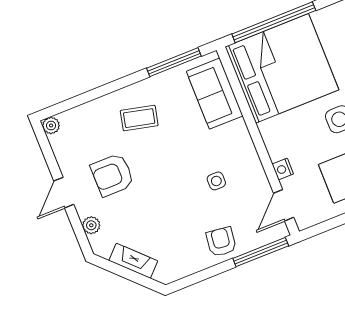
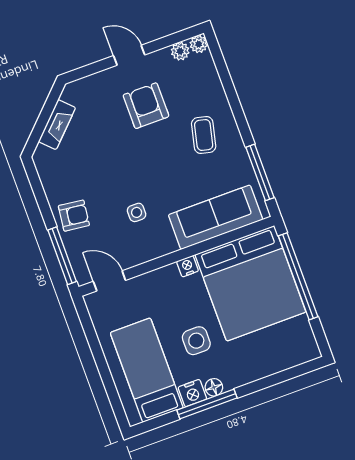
sofa: (215, 94) -> (216, 217), width x1.36
nightstand: (283, 169) -> (188, 266), moved
plant: (91, 225) -> (180, 51), moved

